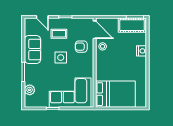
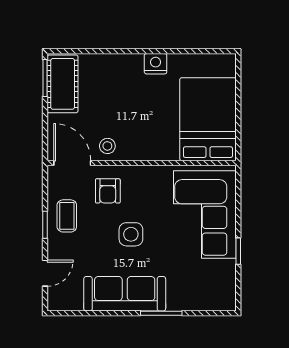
door: (95, 30) -> (72, 163), hinge flipped
coffee table: (59, 34) -> (67, 216), moved
sofa: (32, 49) -> (125, 294), width x1.36
nightstand: (142, 51) -> (156, 64), moved
plant: (30, 90) -> (199, 300), removed

